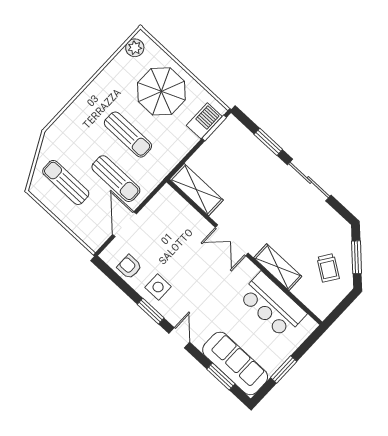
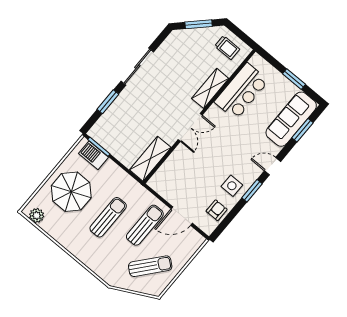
sun lounger: (66, 182) -> (150, 266), turned -140
armchair: (129, 267) -> (217, 210), turned 180
trolley: (328, 268) -> (227, 48), moved, turned 56

